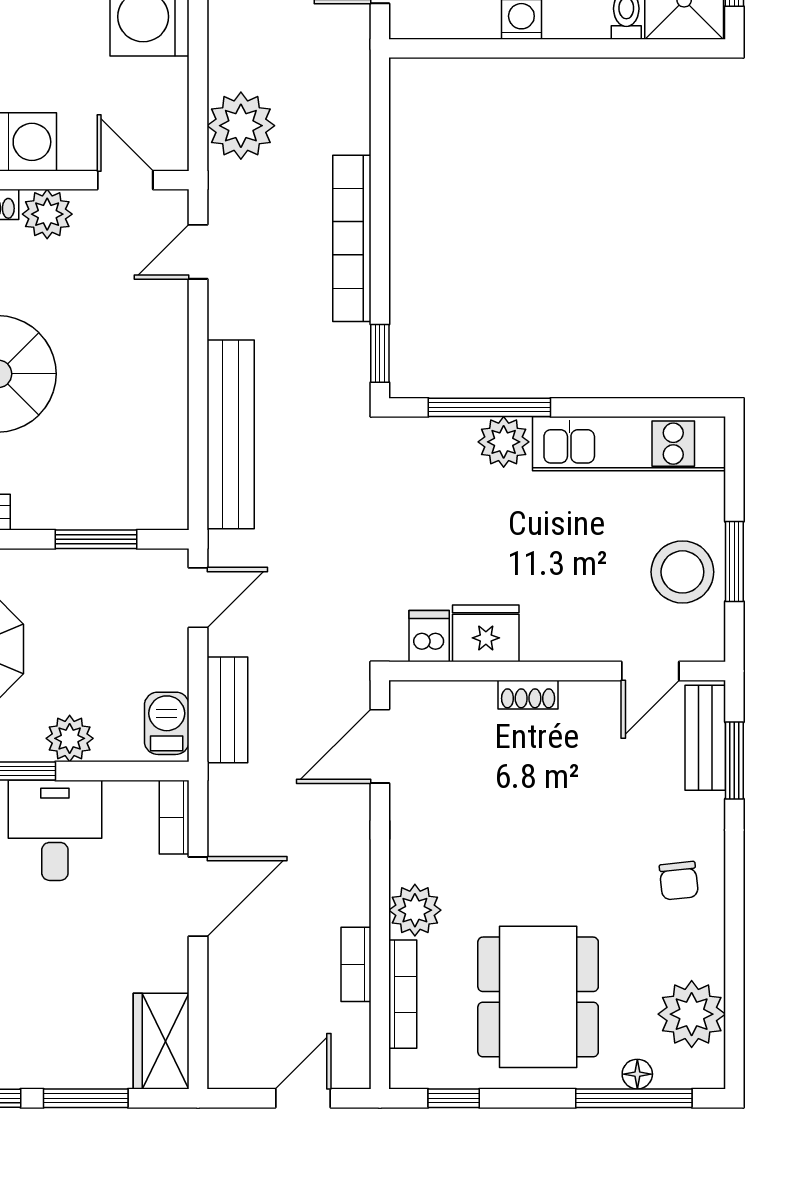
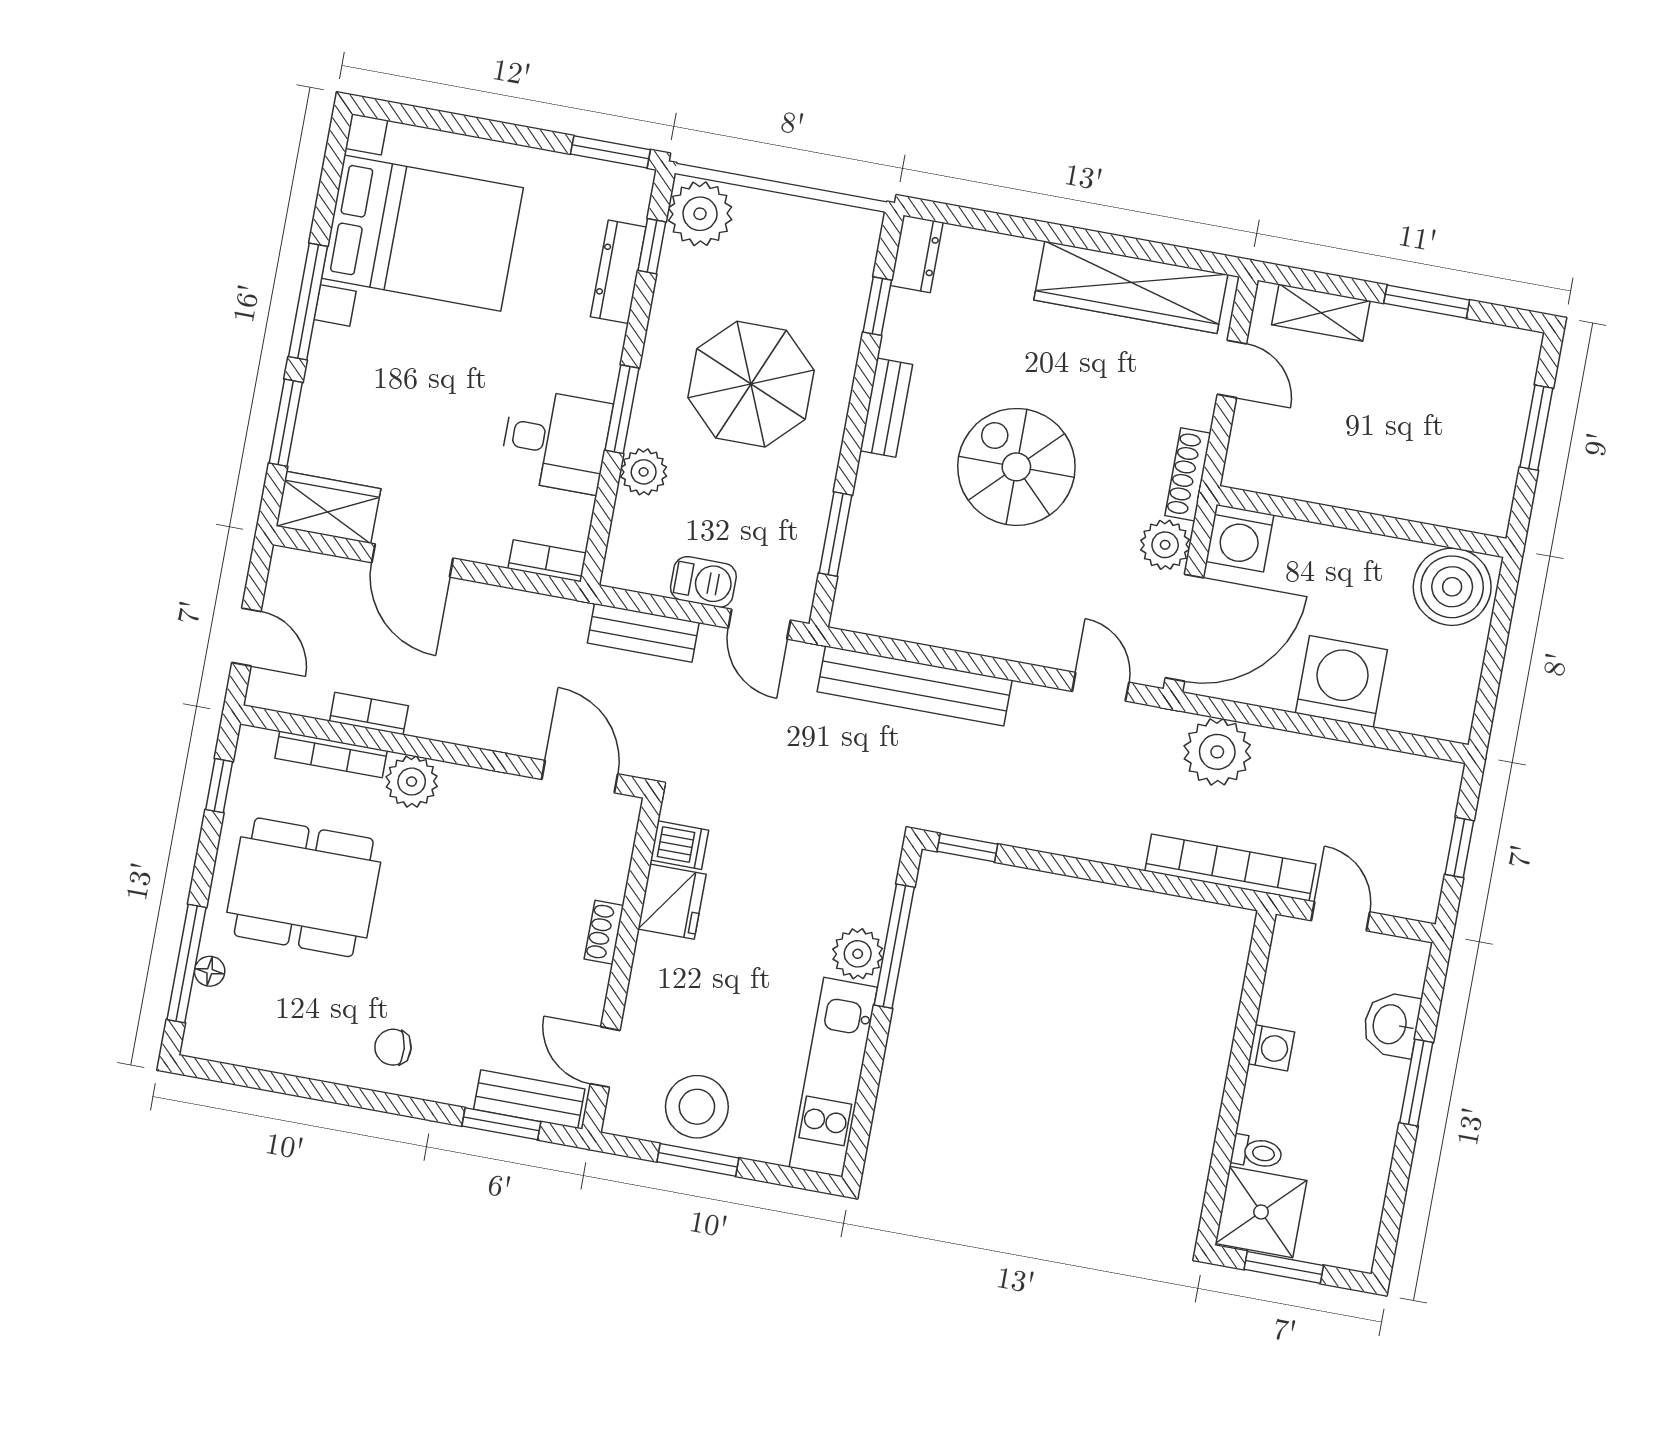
door: (125, 180) -> (1184, 628), width x1.87
bookcase: (352, 238) -> (1230, 867), moved
barbecue: (167, 723) -> (703, 582), moved
door: (198, 897) -> (412, 560), moved
plant: (692, 1014) -> (259, 1036), removed

